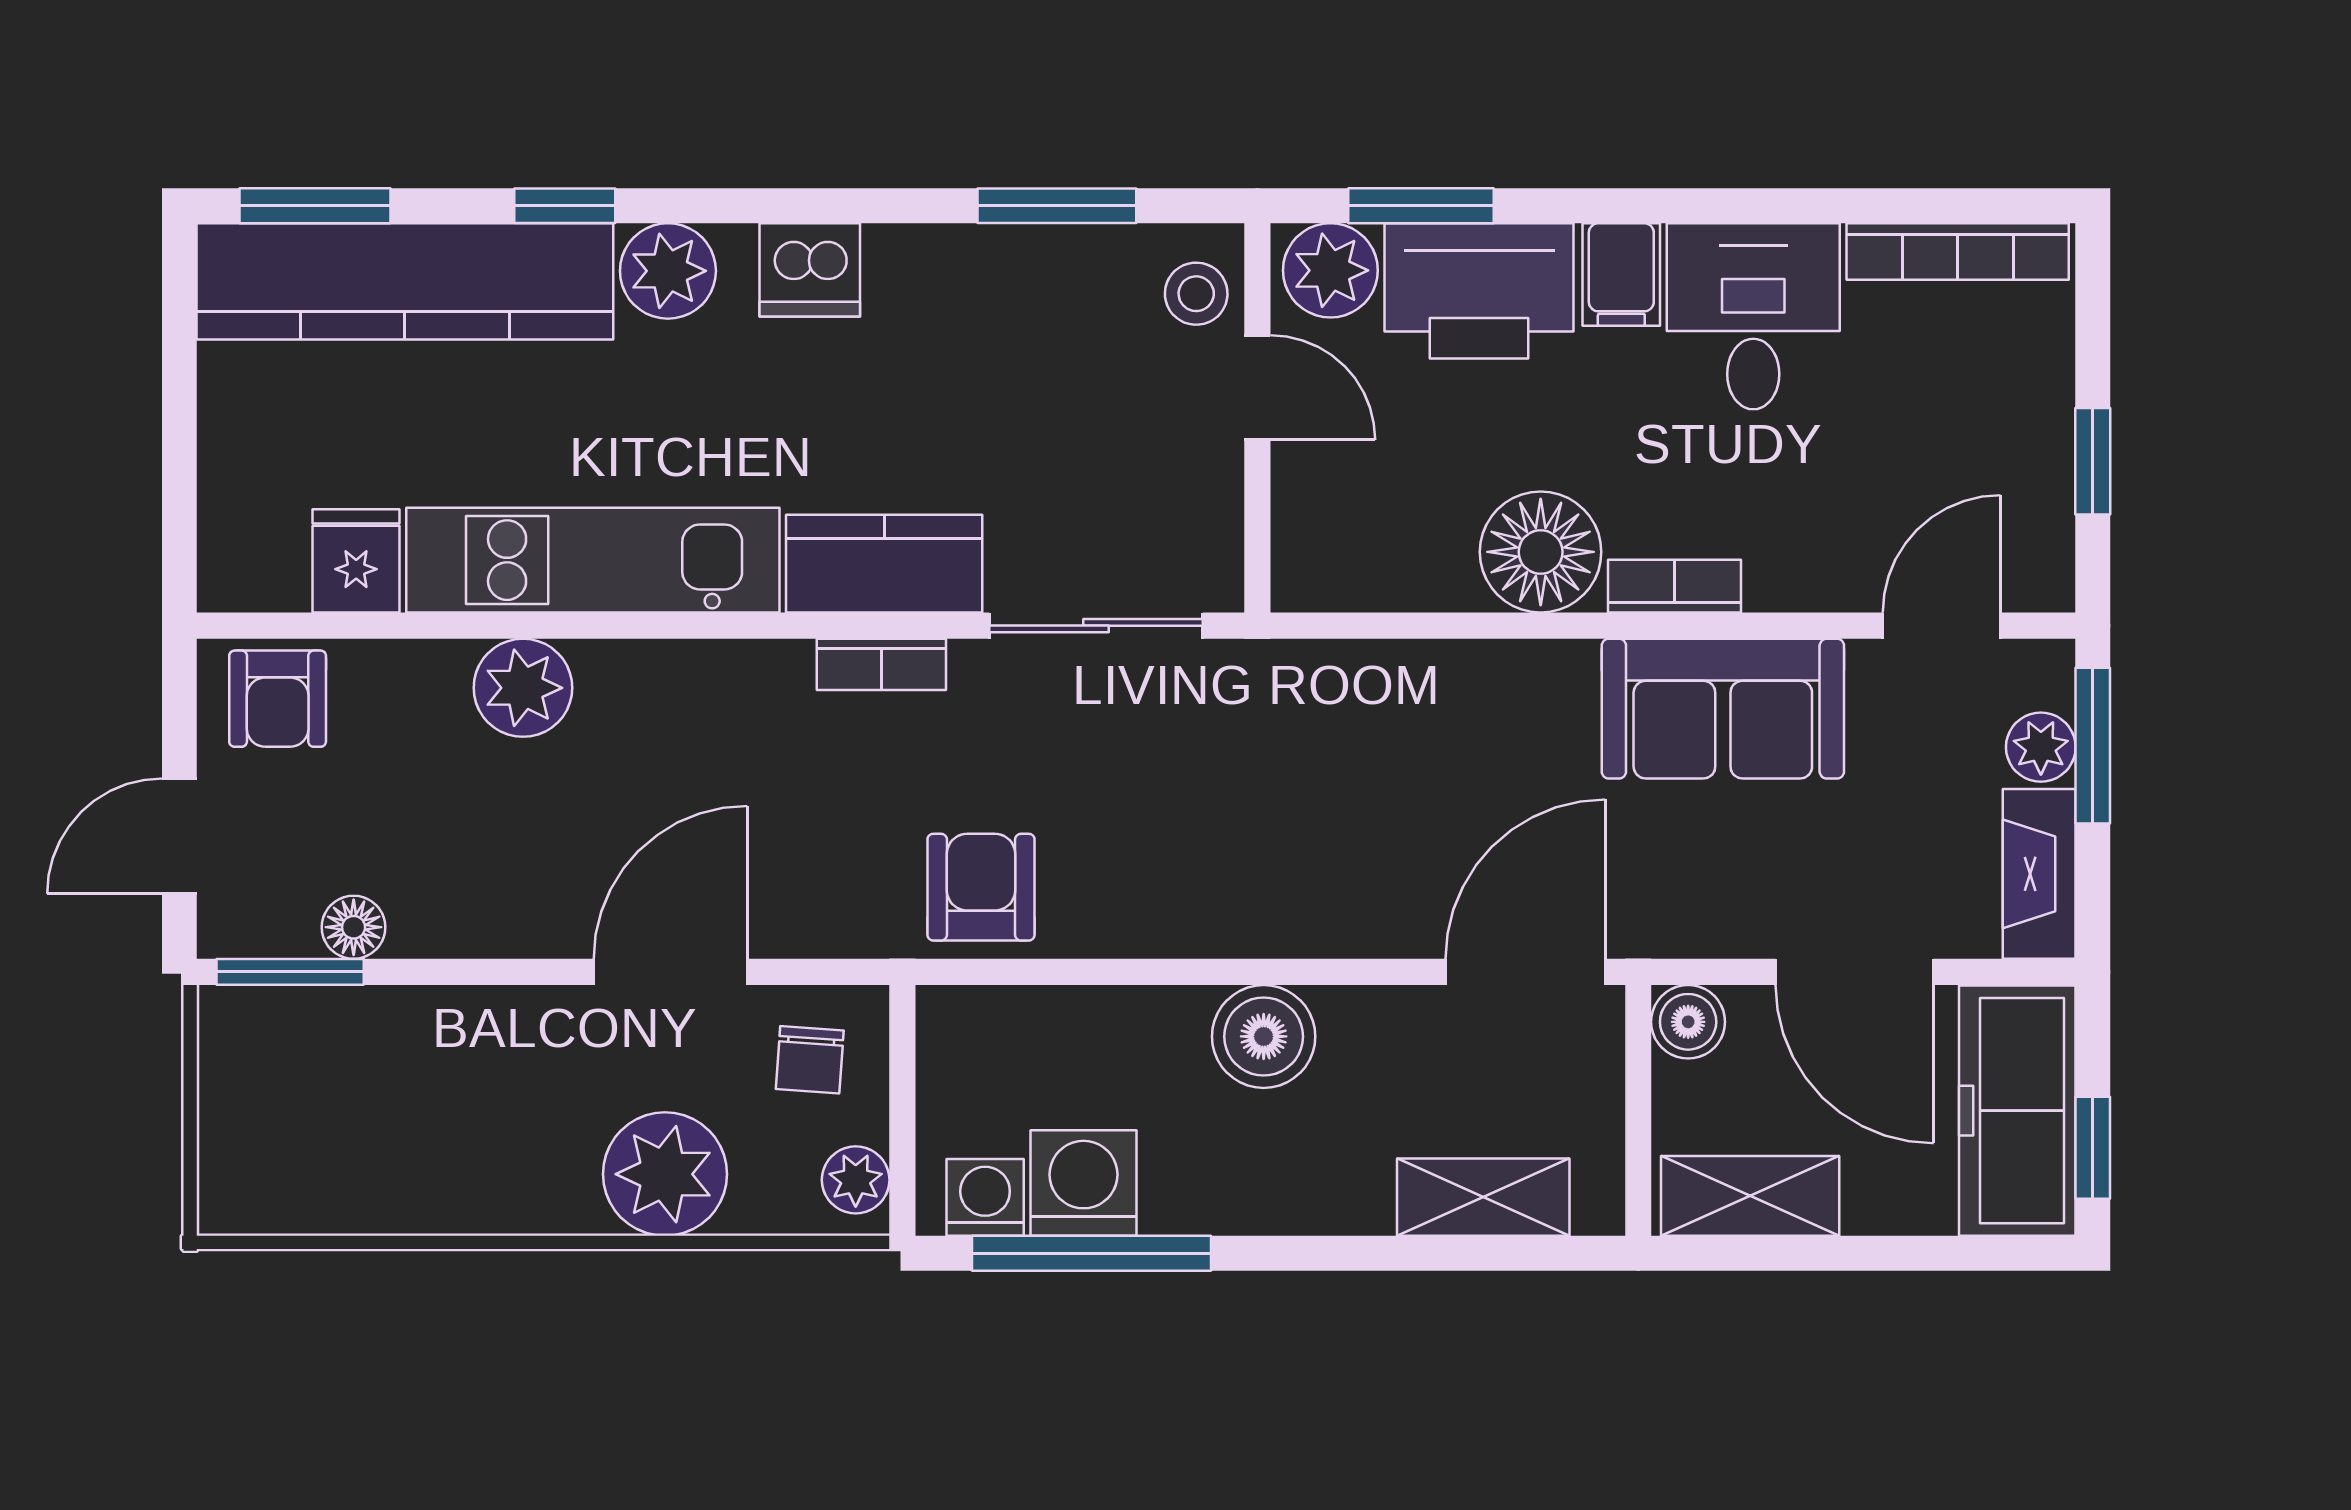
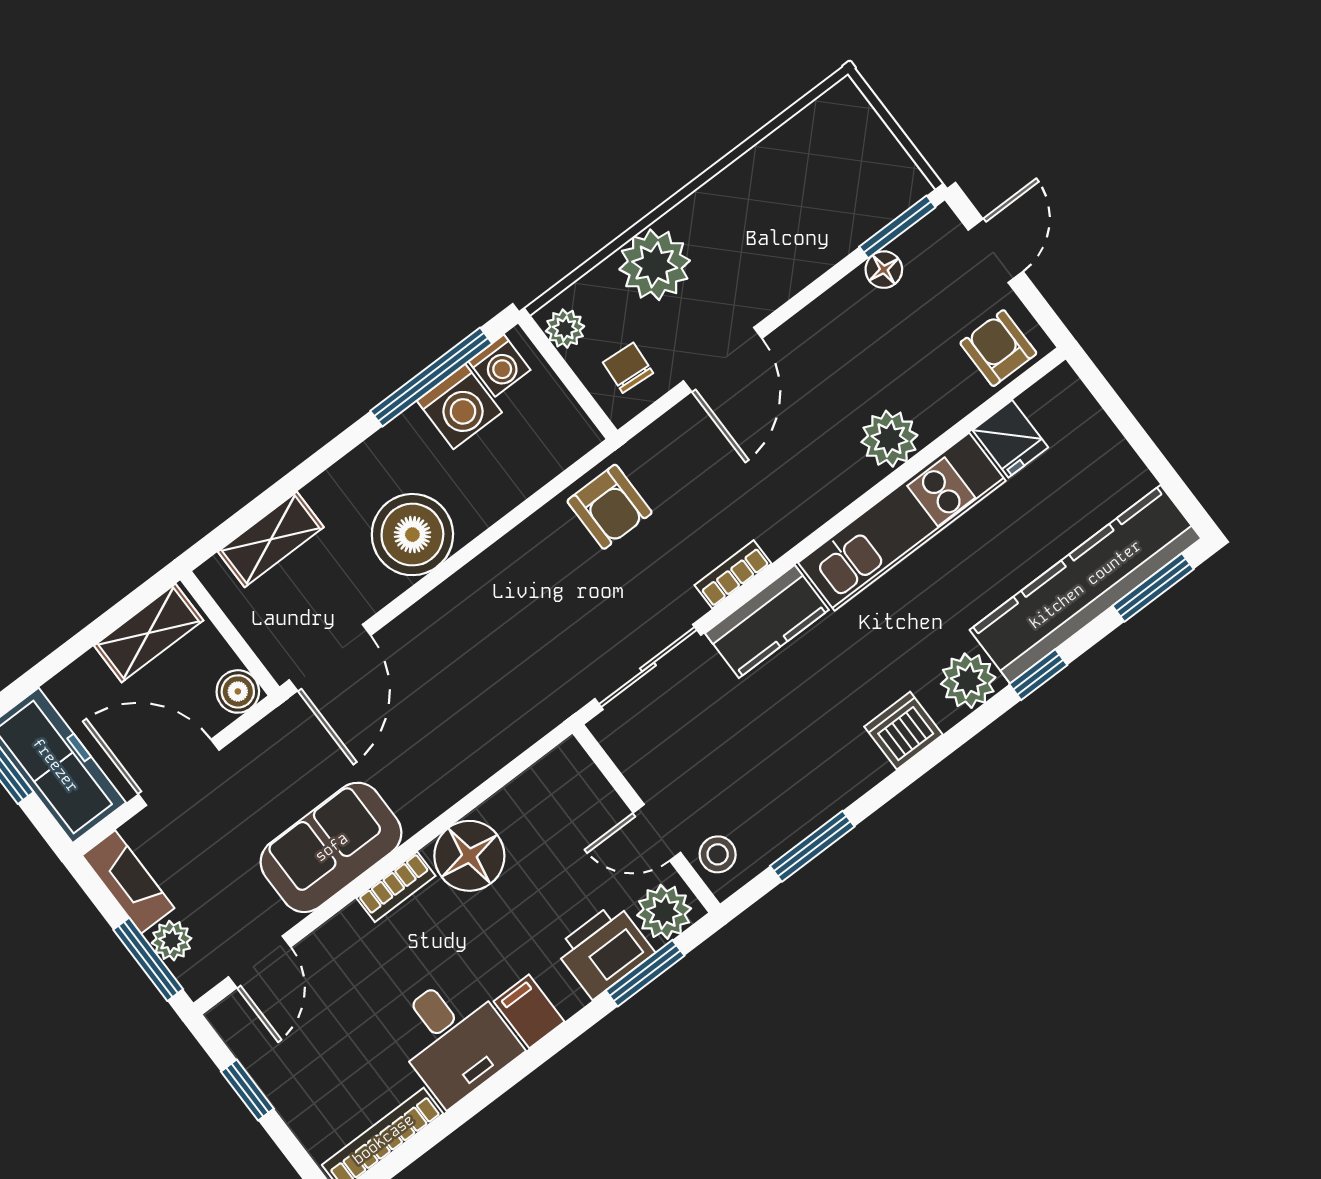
printer: (1479, 291) -> (604, 950), width x0.73, depth x0.84
boiler: (1264, 1036) -> (412, 535), width x1.37, depth x1.37

